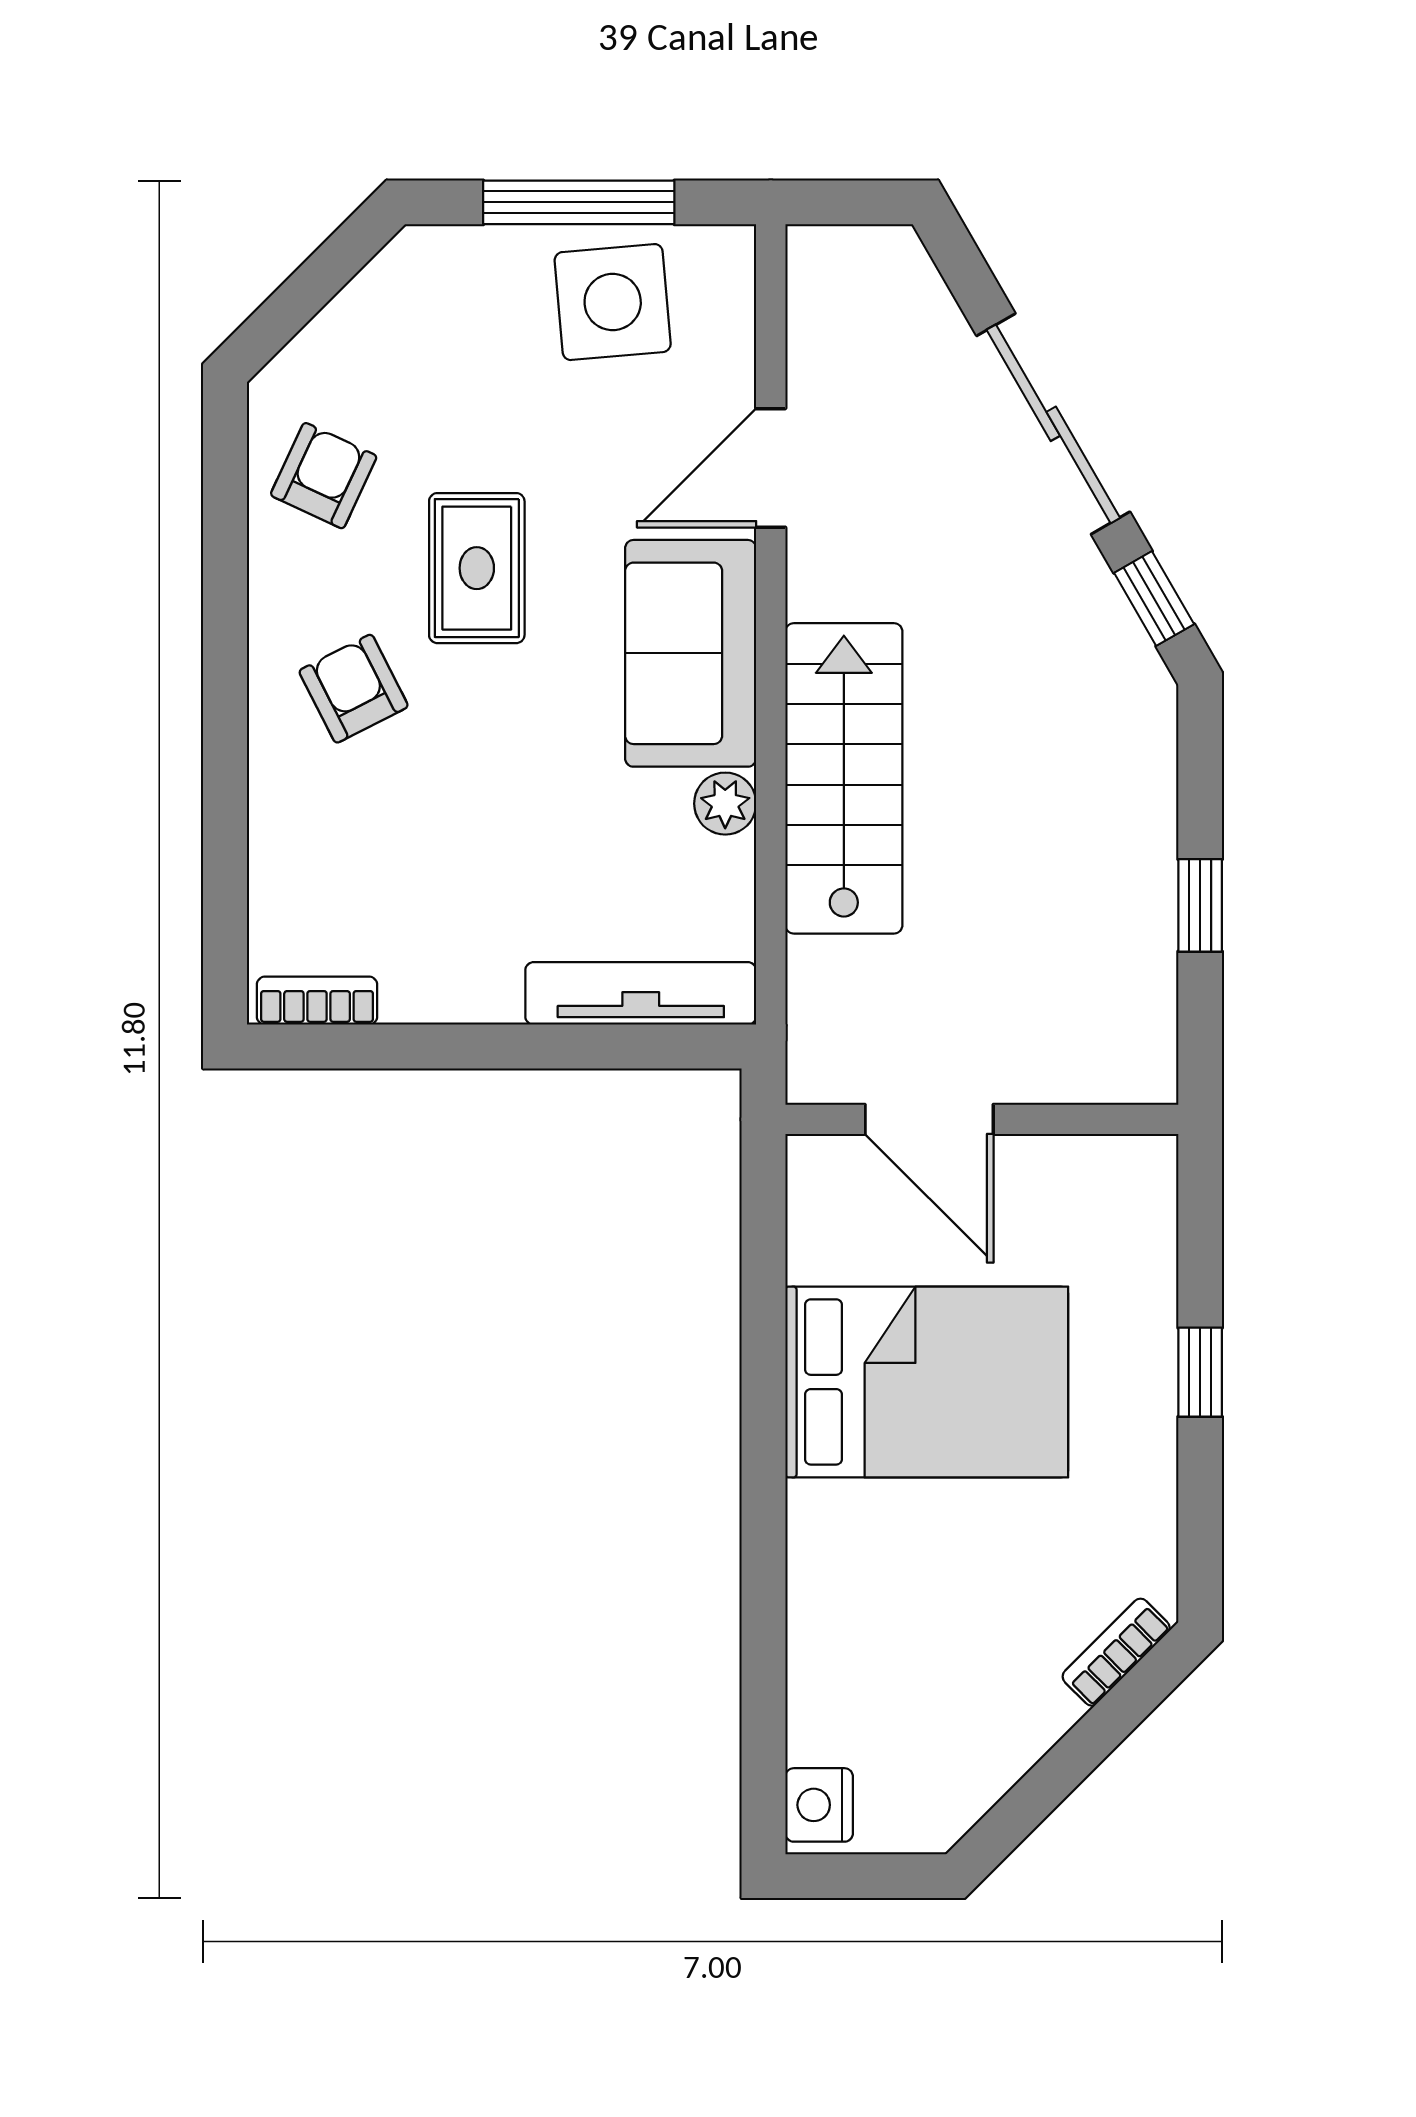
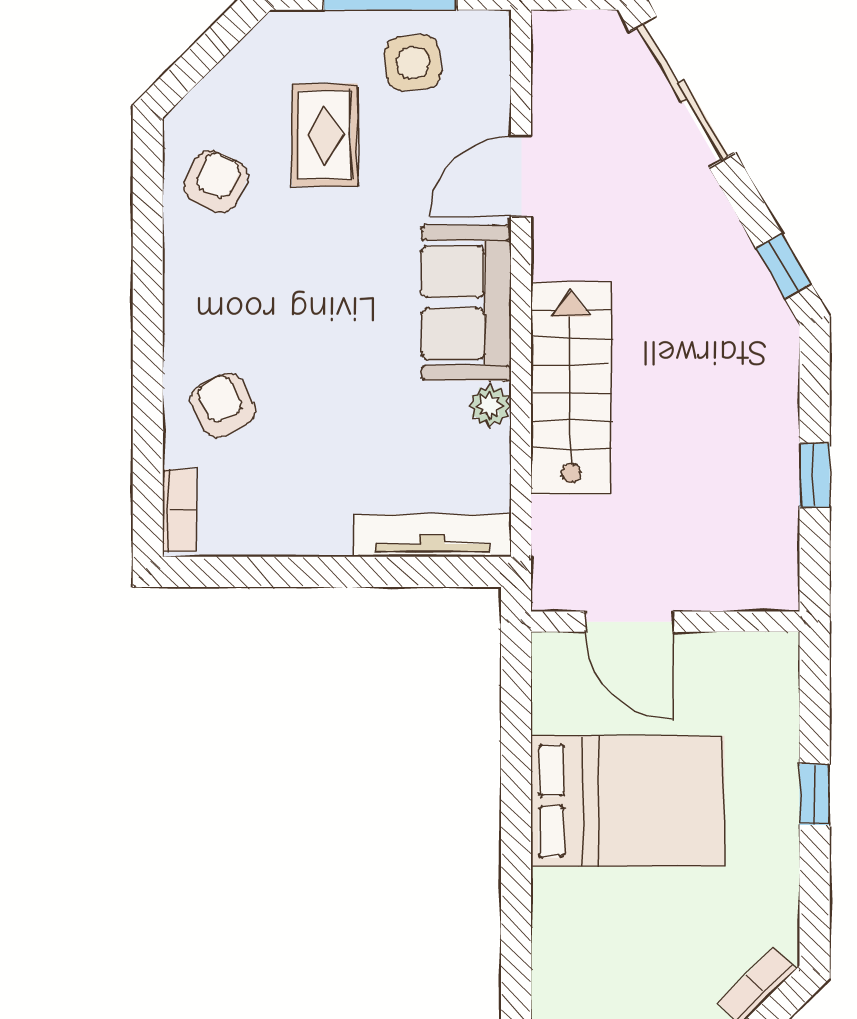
side table: (613, 302) -> (413, 63), width x0.73, depth x0.73
sliding door: (1053, 424) -> (683, 92), moved
rug: (477, 568) -> (325, 135), moved
armchair: (354, 689) -> (223, 405), moved
bookcase: (317, 1001) -> (179, 510), moved, turned 90

